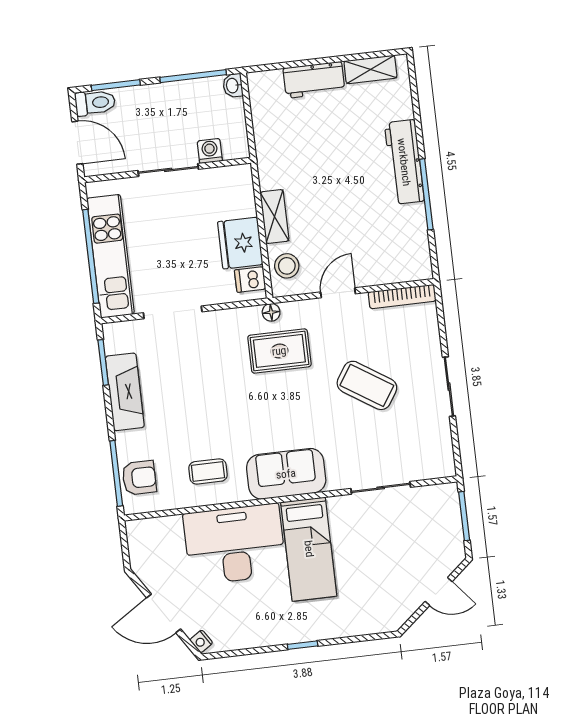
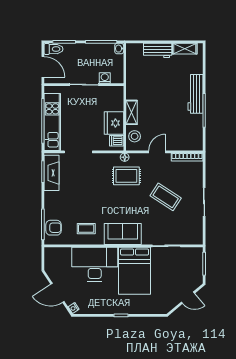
fireplace: (125, 392) -> (51, 173), moved
bed: (309, 549) -> (135, 271), width x1.50

